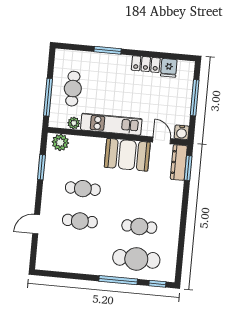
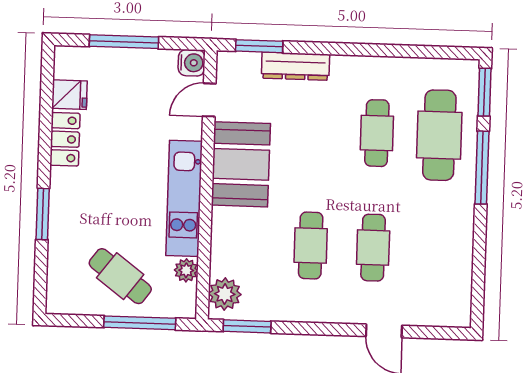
cafe table: (73, 89) -> (120, 276), turned 37
dresser: (179, 163) -> (295, 66), moved
window: (41, 167) -> (247, 326), moved
window: (157, 284) -> (485, 92), width x1.50

